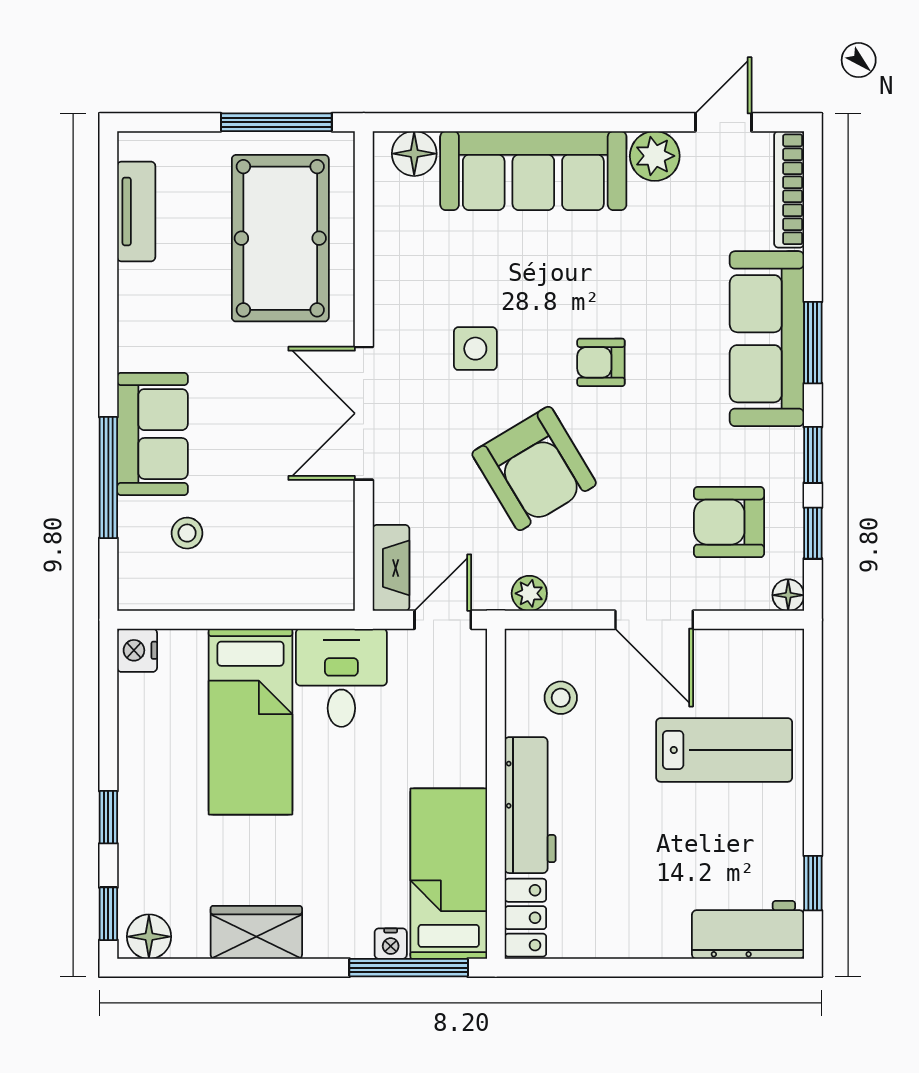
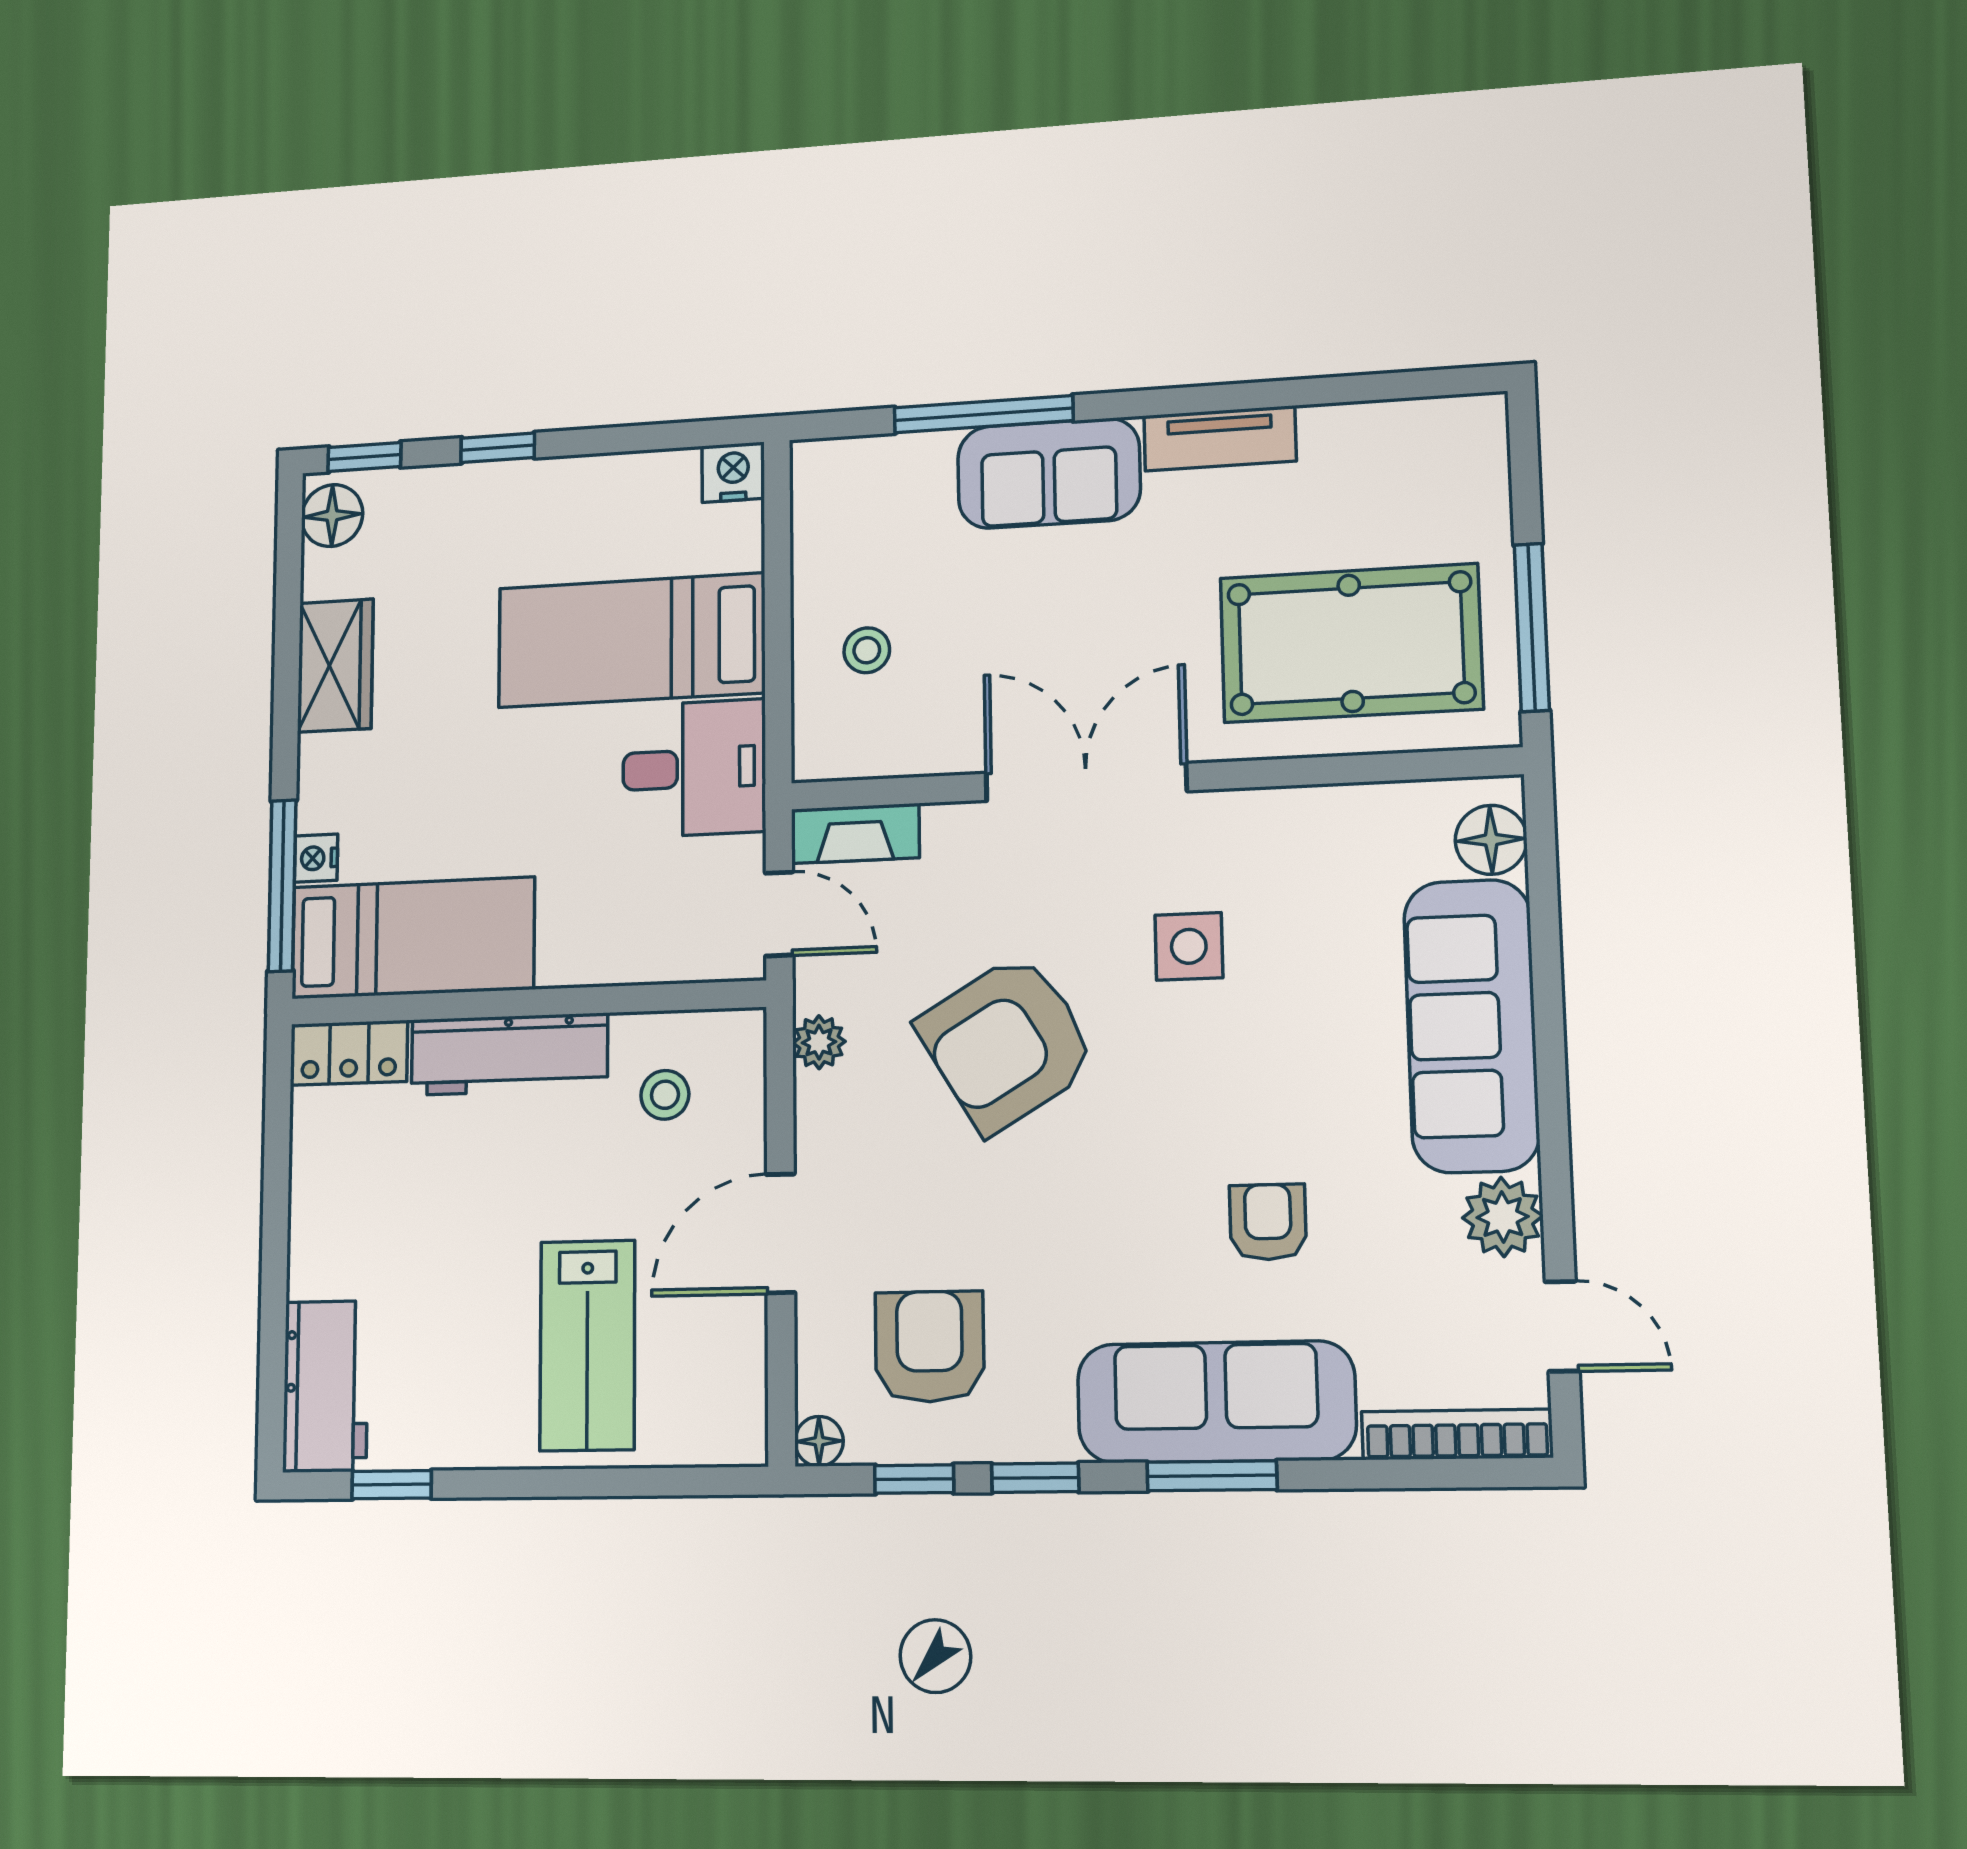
tv unit: (136, 211) -> (1220, 438), moved
armchair: (601, 362) -> (1268, 1222), moved
stool: (187, 533) -> (867, 650), moved

